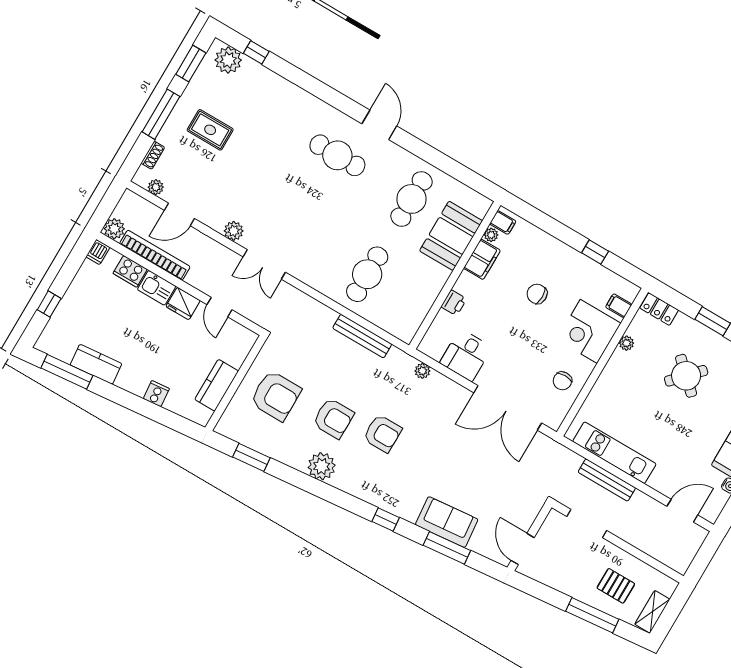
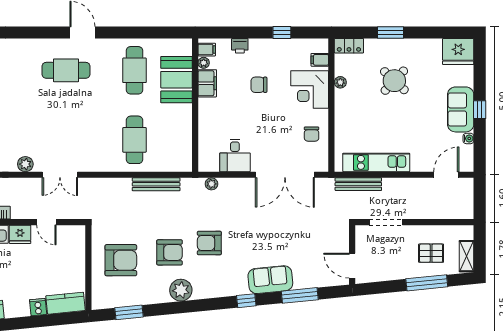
printer: (454, 303) -> (240, 46), moved, turned 90
kitchen counter: (217, 385) -> (66, 303), moved, turned 84
armchair: (382, 434) -> (209, 243), turned 180
bench: (607, 480) -> (358, 184), moved
sofa: (447, 522) -> (270, 280), moved

